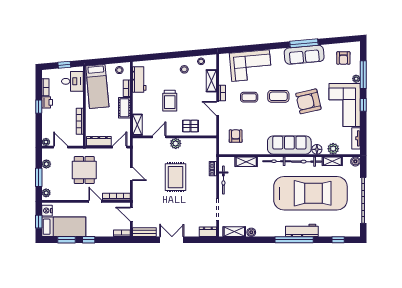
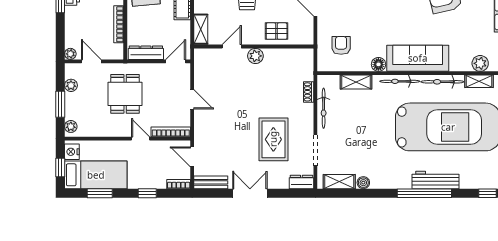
floor lamp: (317, 149) -> (378, 64), moved
rug: (176, 177) -> (273, 139), moved
window: (89, 240) -> (147, 193), moved

